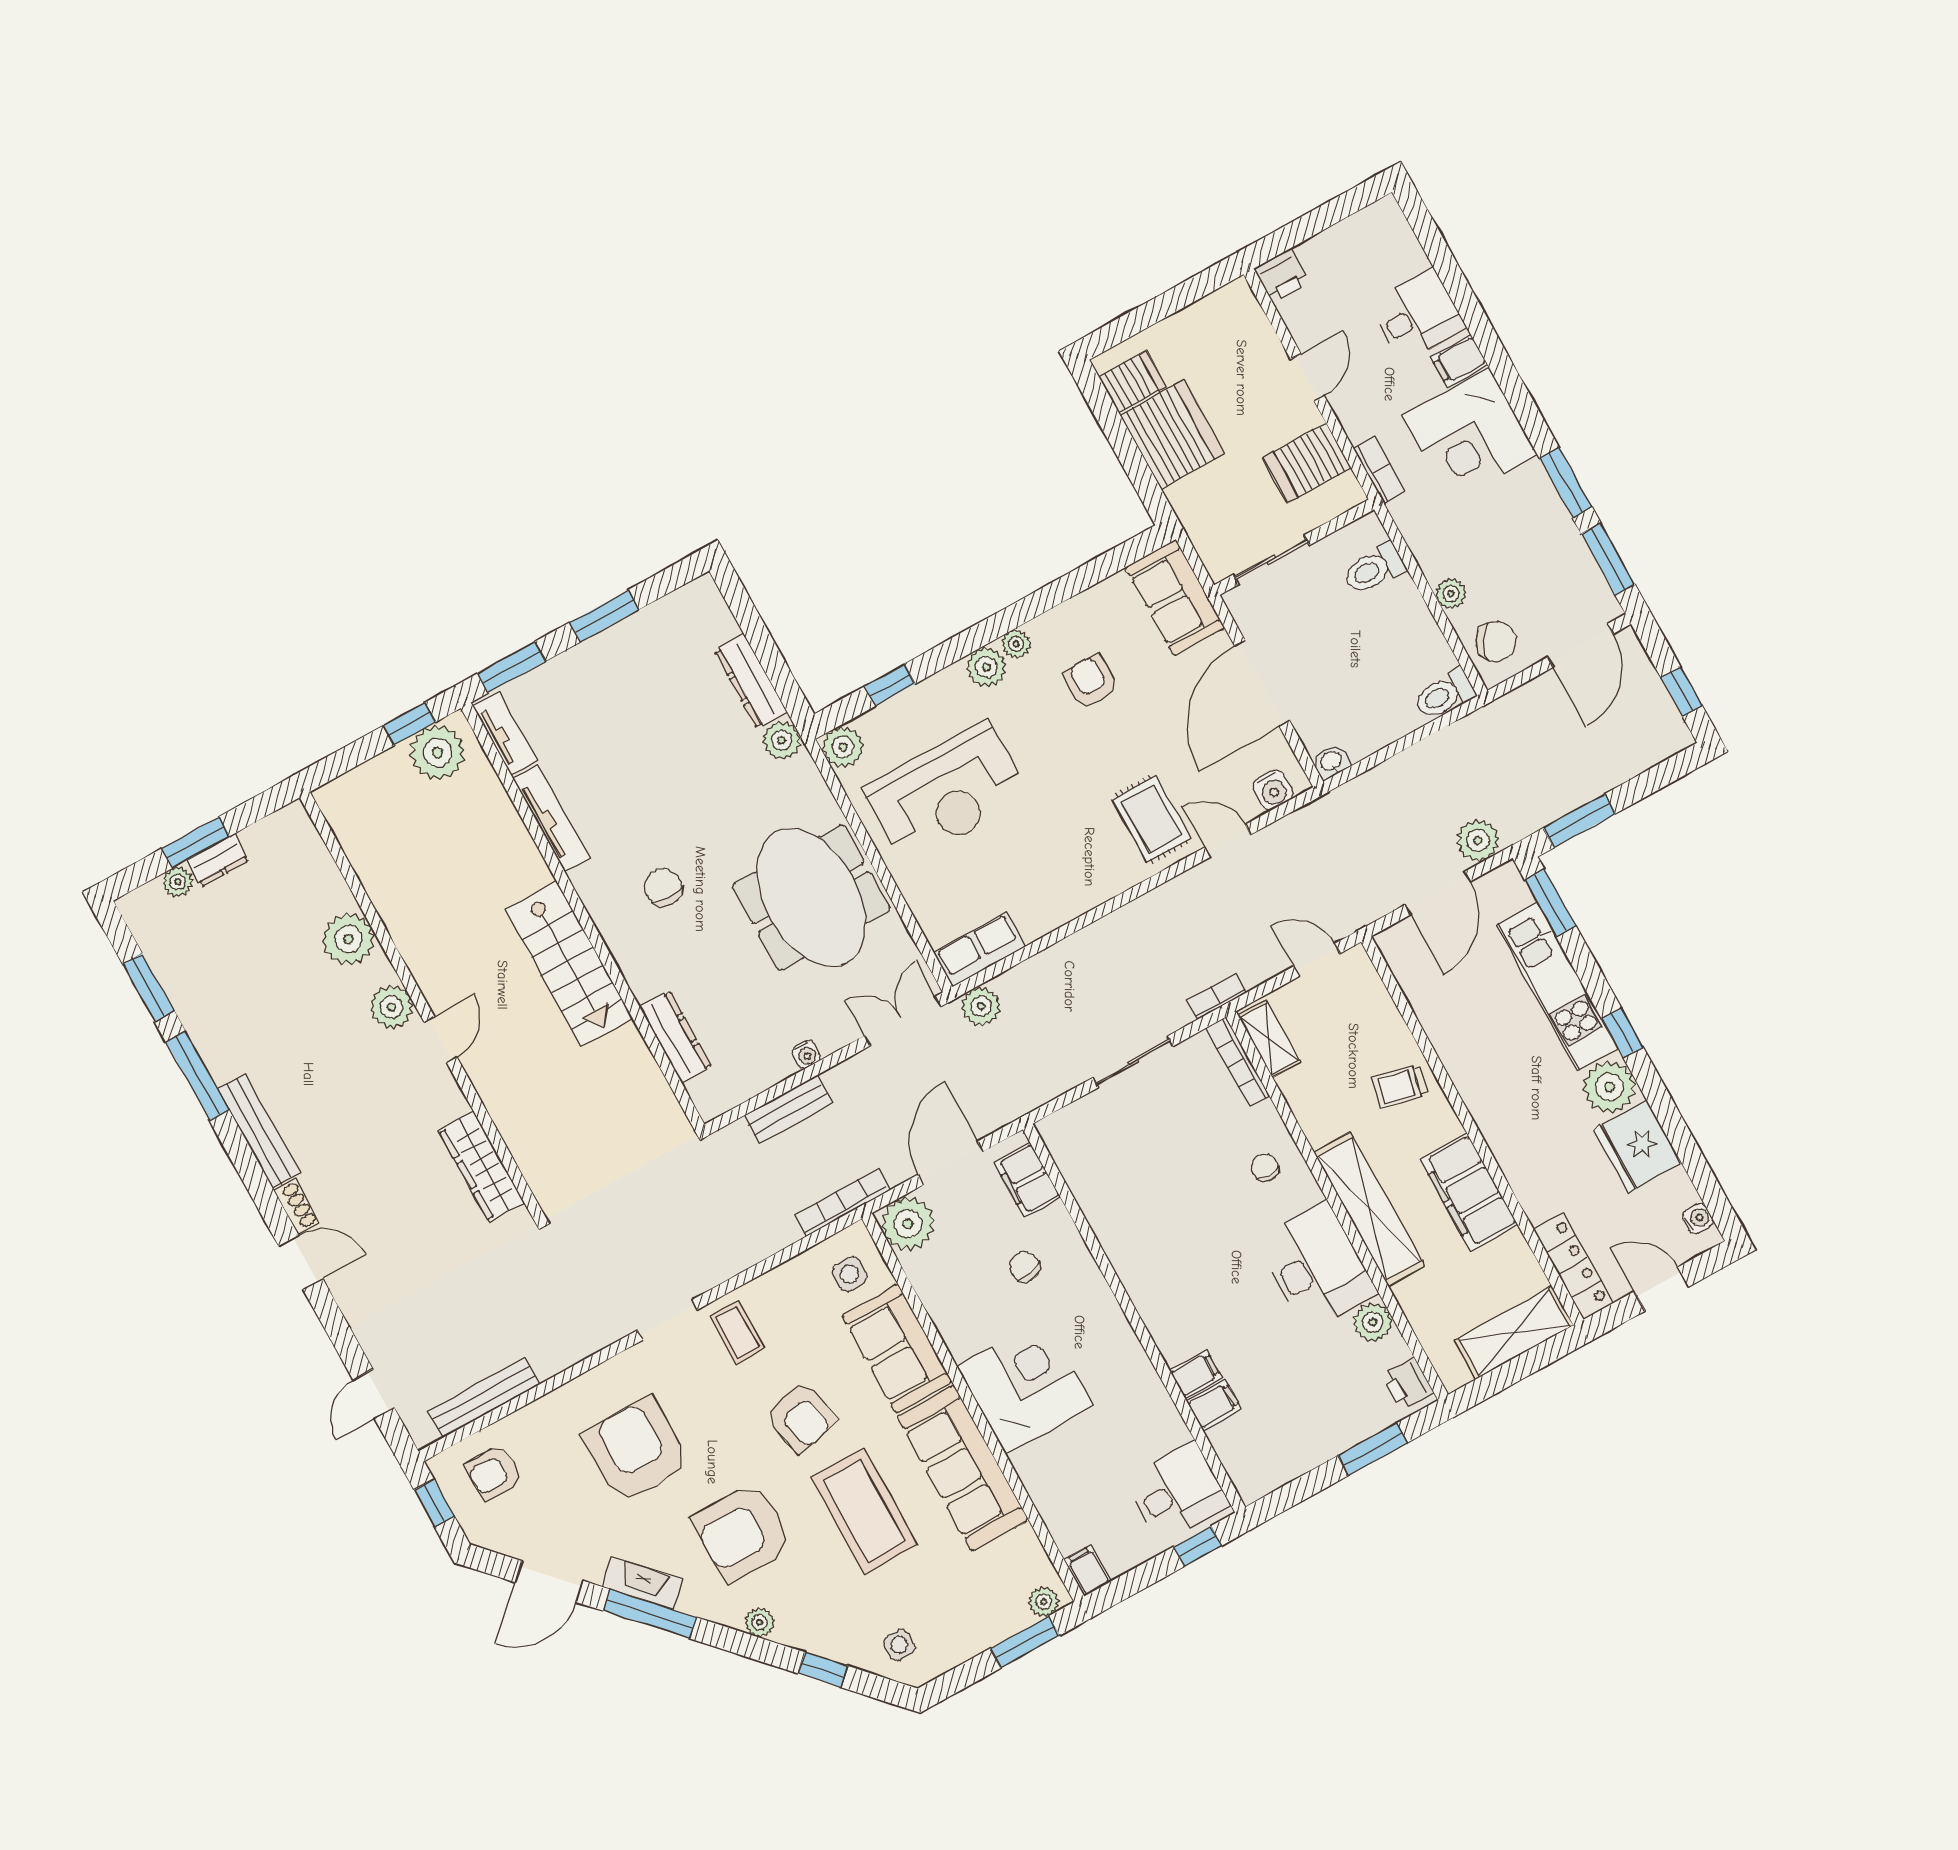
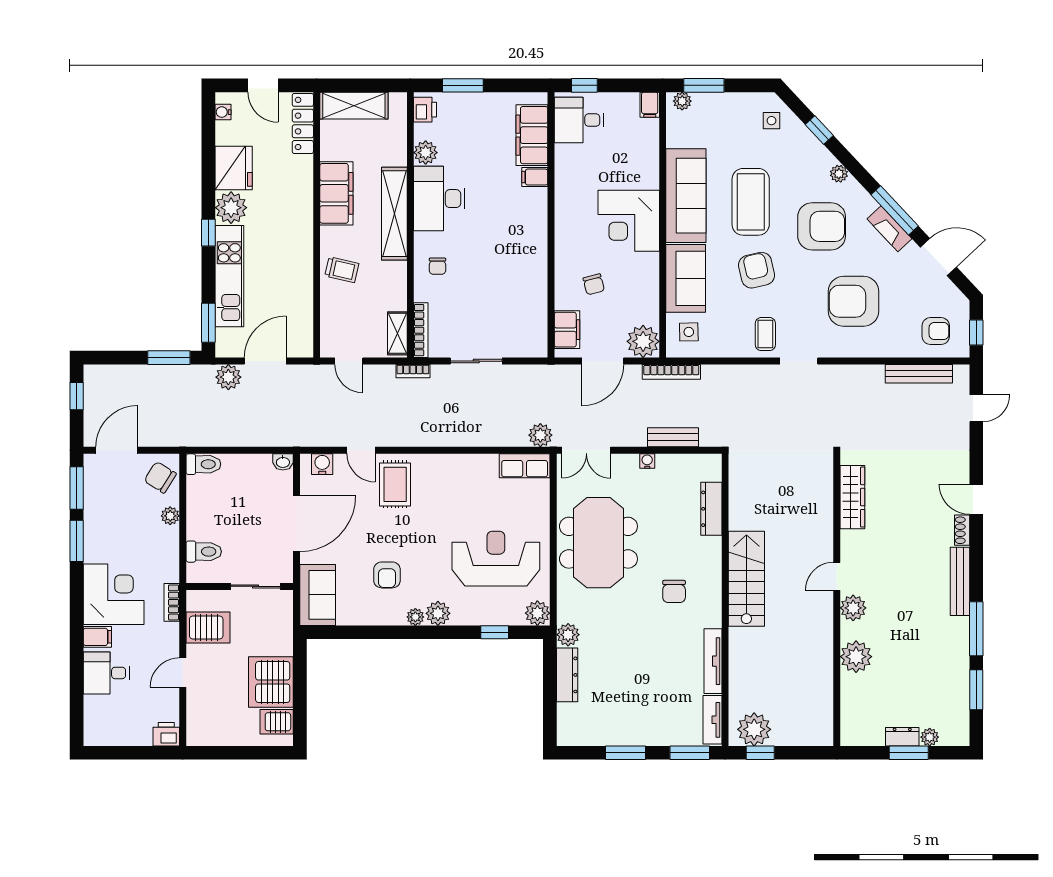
filing cabinet: (1214, 1405) -> (532, 135), width x3.00, depth x1.17
armchair: (636, 1450) -> (854, 301), turned 90

